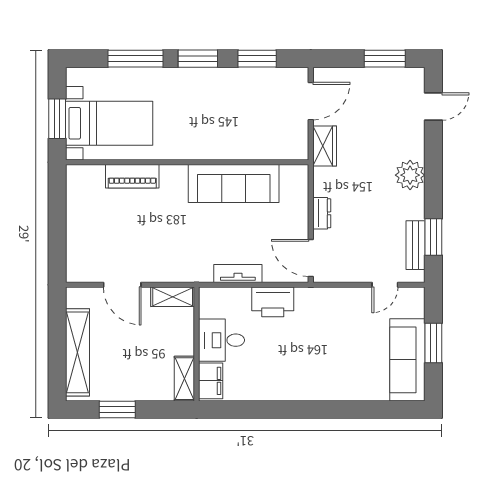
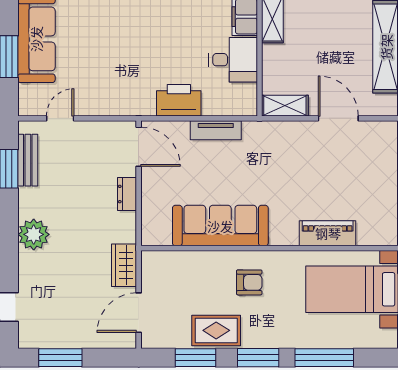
rug: (238, 84) -> (216, 330), added
armchair: (206, 130) -> (249, 282), added

